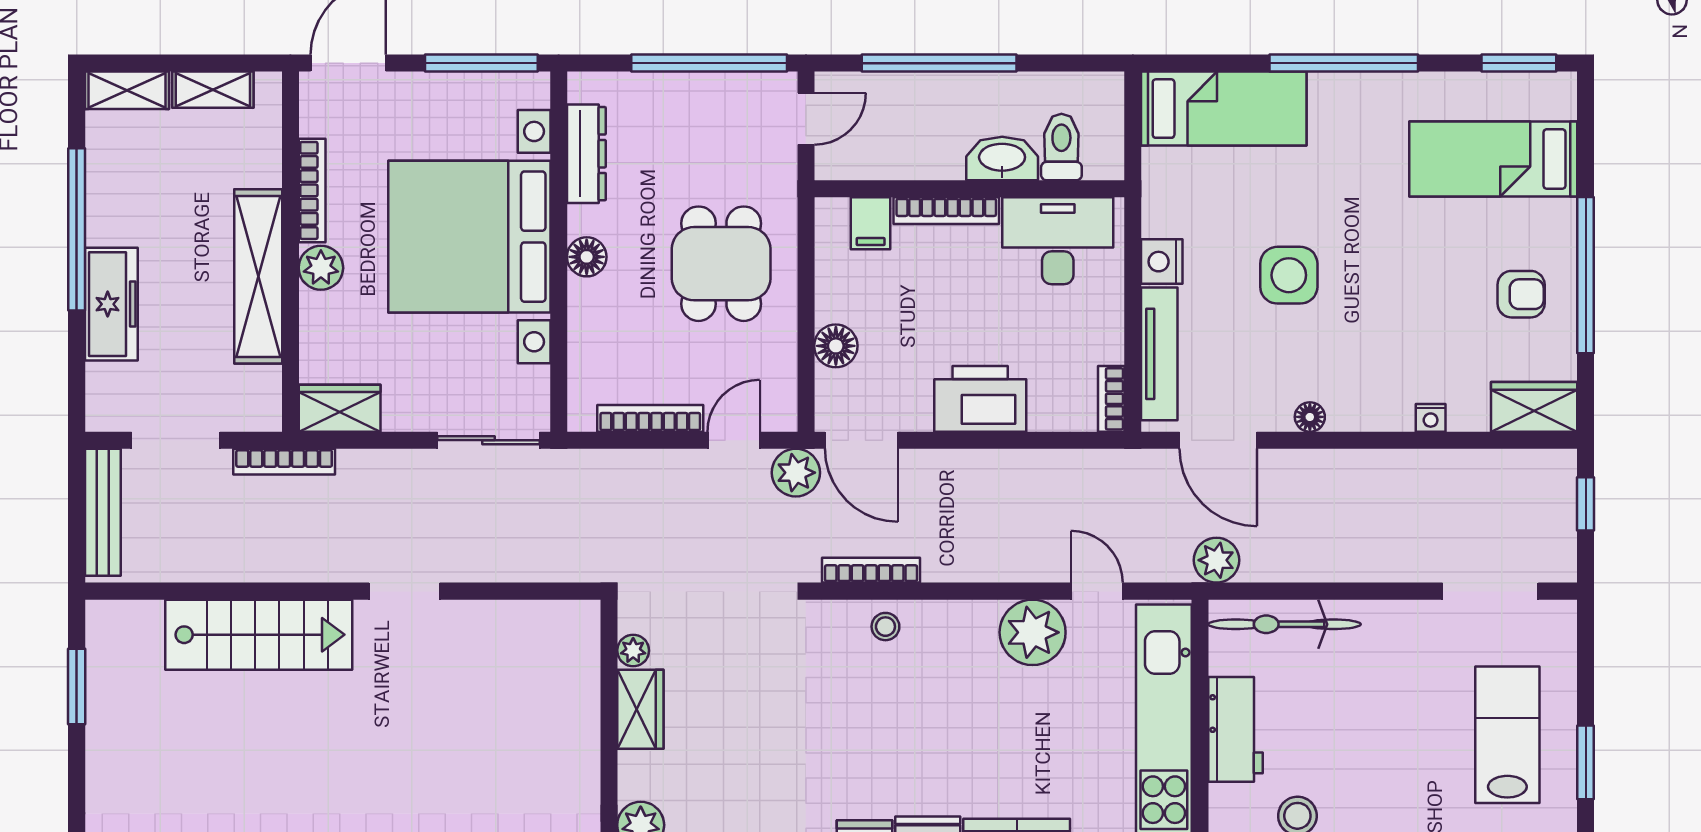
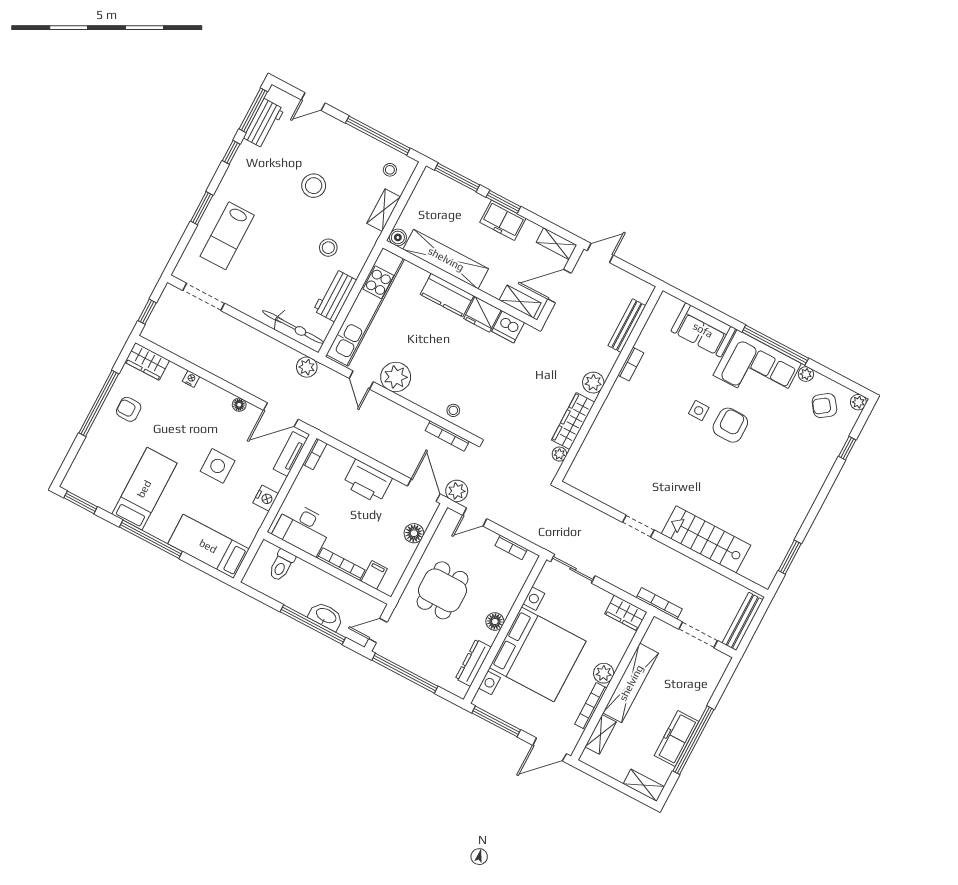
shelving: (213, 90) -> (601, 734), moved, turned 90
washbasin: (1002, 159) -> (326, 616), moved, turned 180
bed: (1493, 159) -> (144, 489), moved, turned -90
freezer: (111, 304) -> (677, 738), moved
tv unit: (1159, 354) -> (290, 454), width x0.71
bookcase: (650, 418) -> (511, 547), width x0.64
door: (1218, 440) -> (281, 415), swing flipped
wardrobe: (640, 709) -> (573, 421), width x1.50

